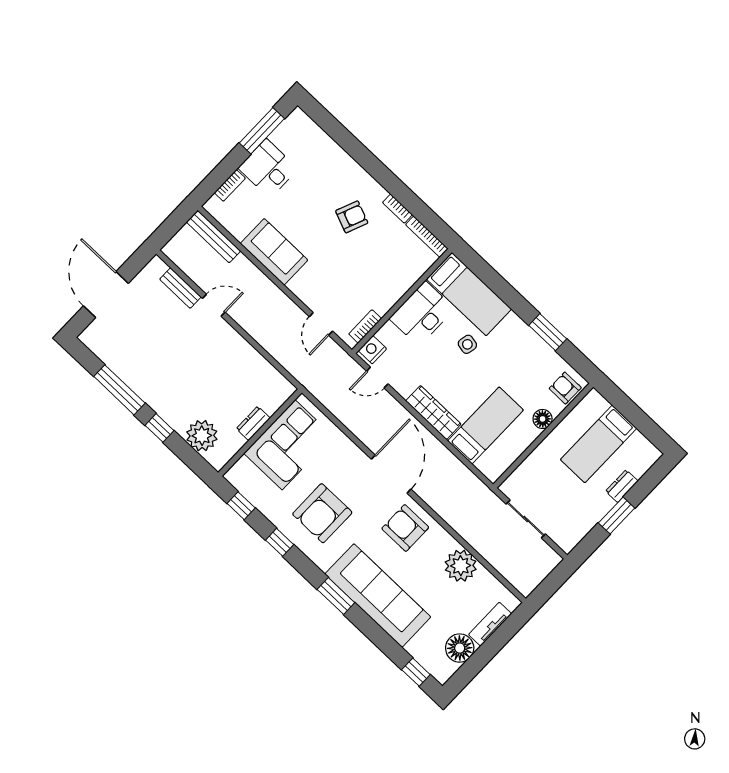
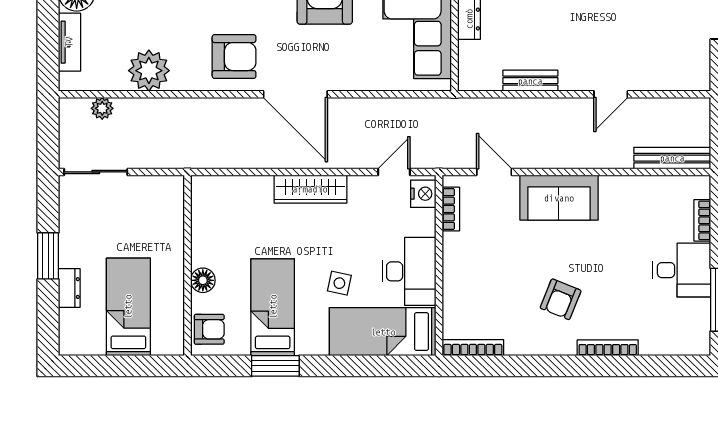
bookcase: (397, 209) -> (608, 348), moved, width x1.56
sofa: (274, 252) -> (559, 198), moved
bench: (180, 288) -> (530, 81), moved
bed: (485, 425) -> (273, 307), moved, turned 180
sliding door: (526, 519) -> (96, 172), moved
plant: (507, 569) -> (102, 108), added

